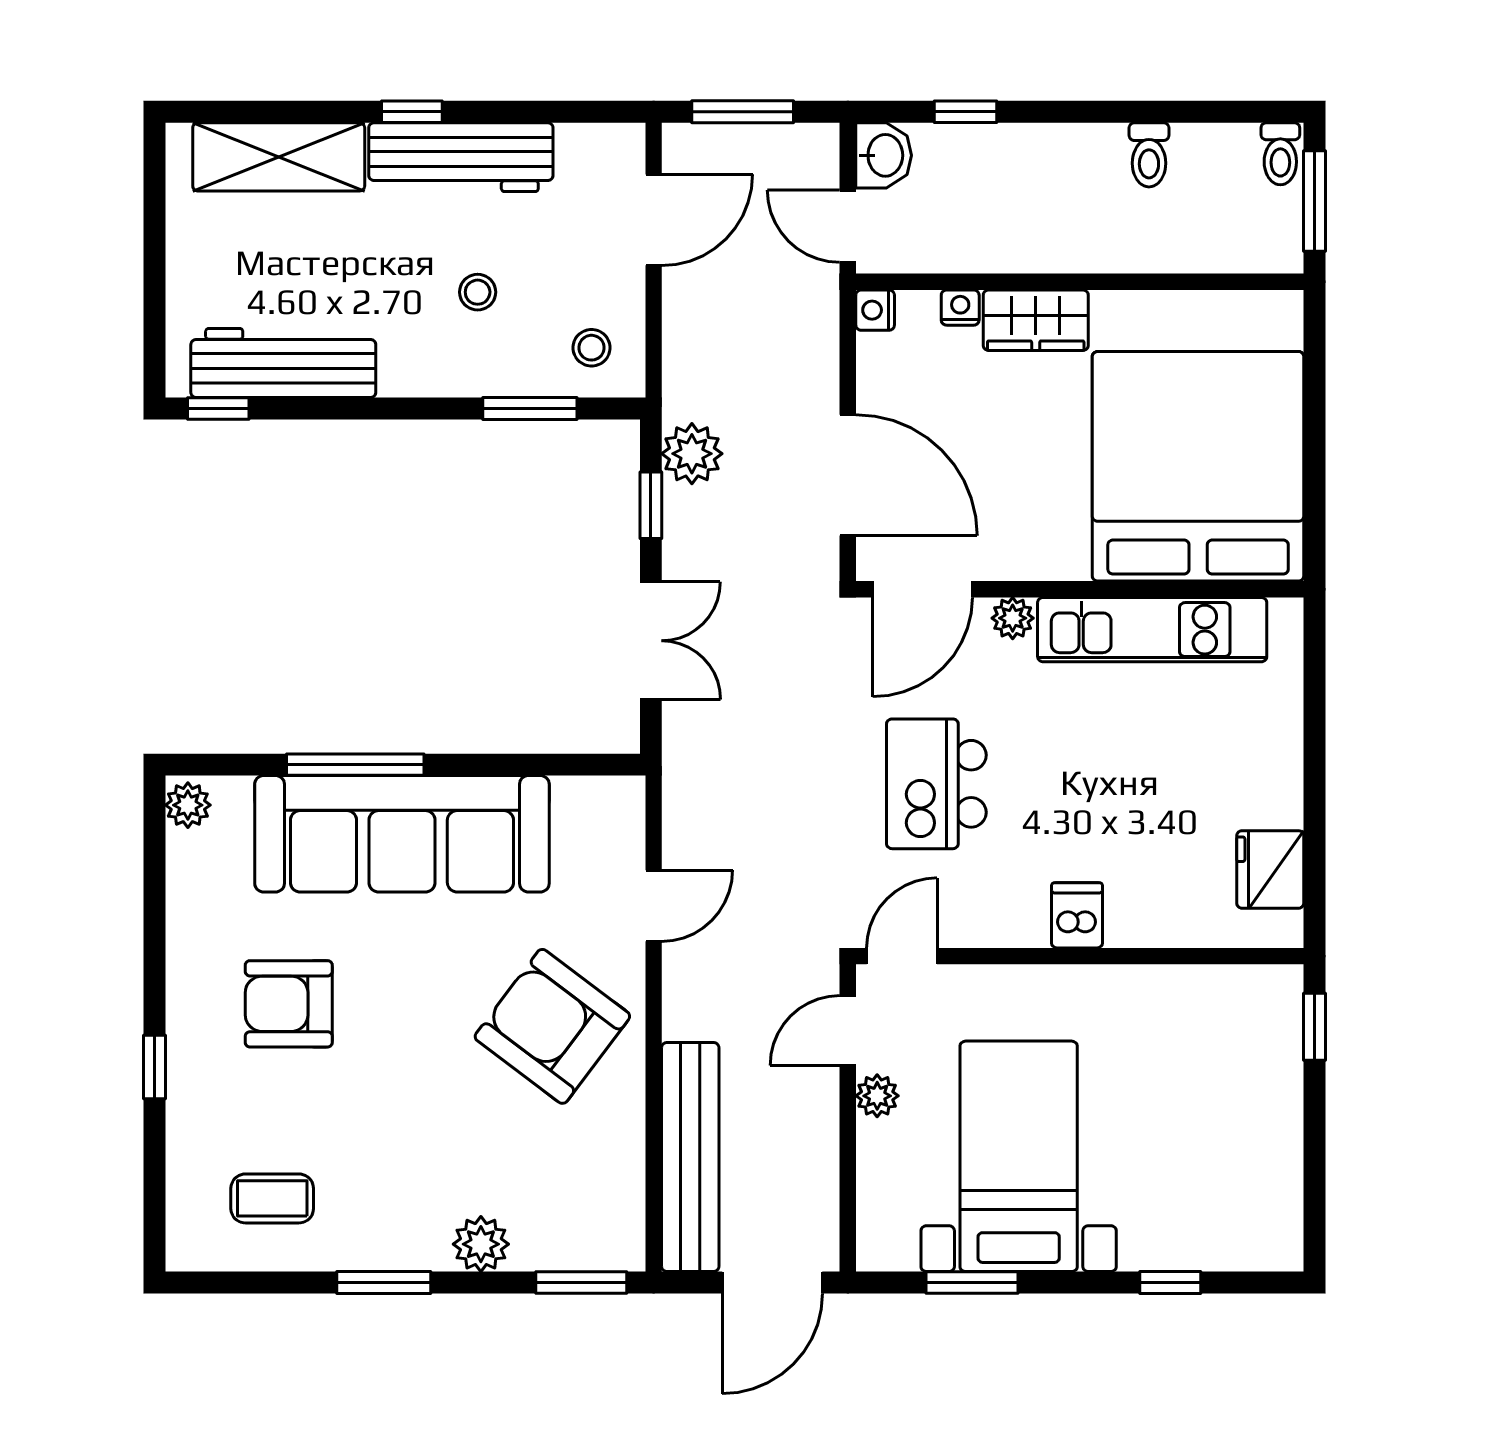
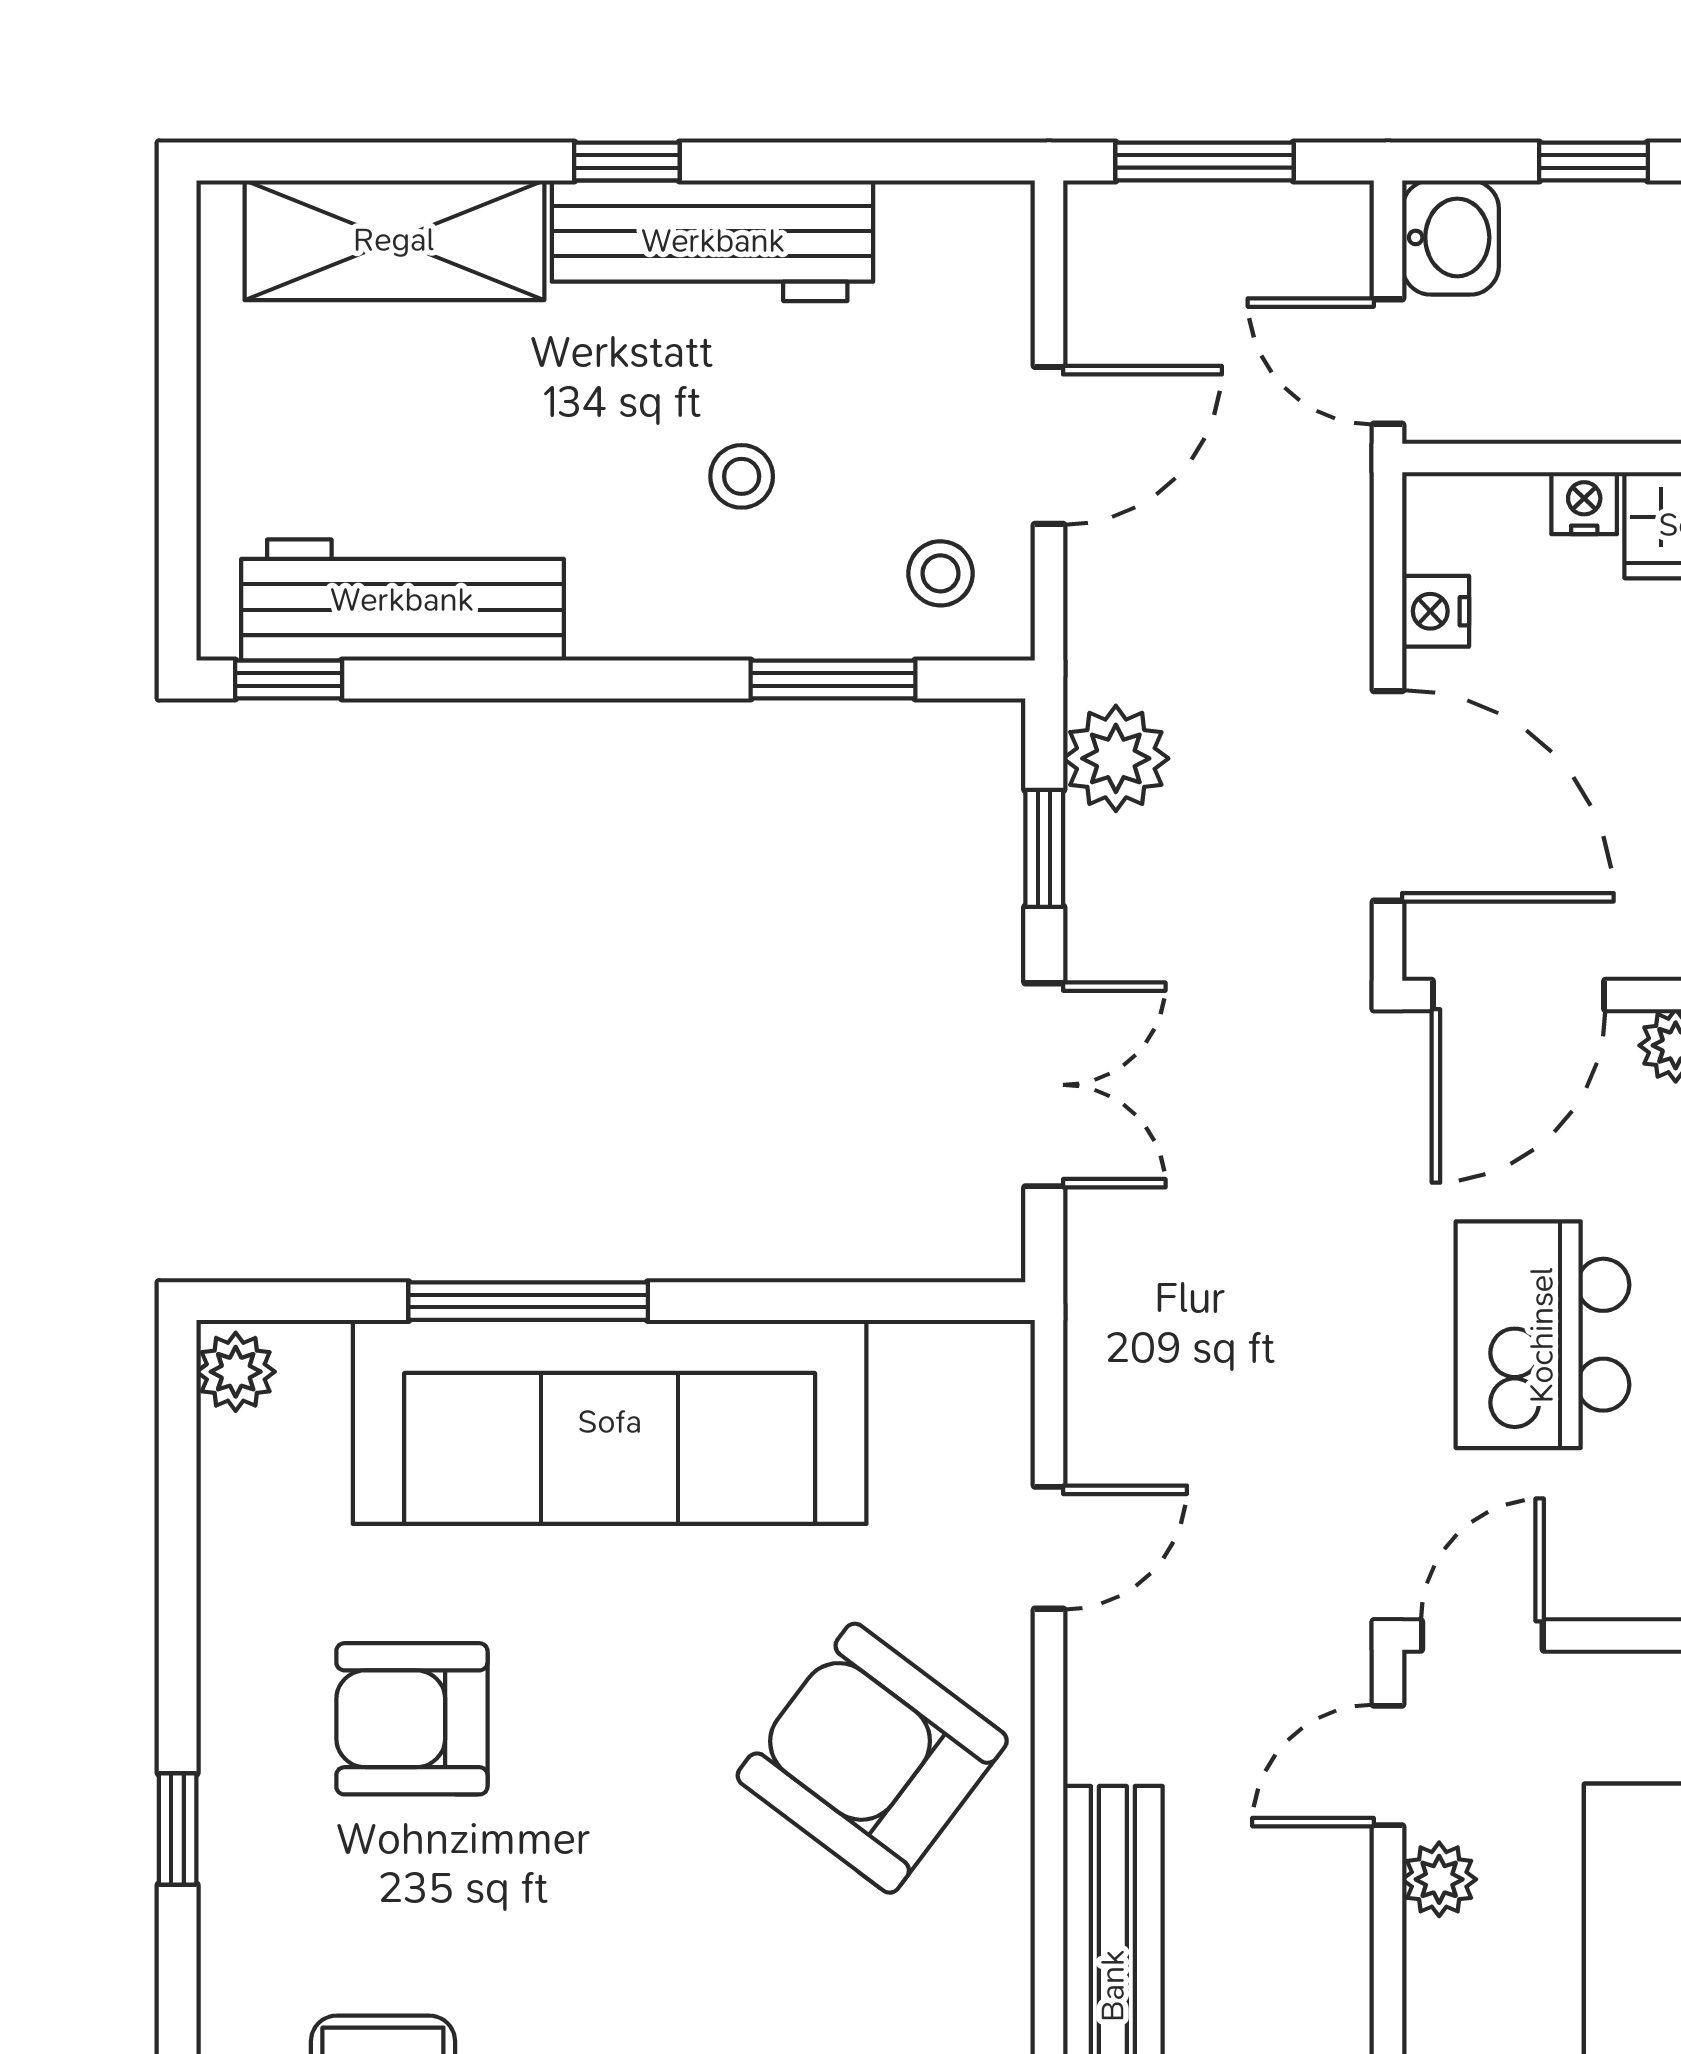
door: (654, 220) -> (1049, 445), moved
nightstand: (875, 310) -> (1436, 611), moved

